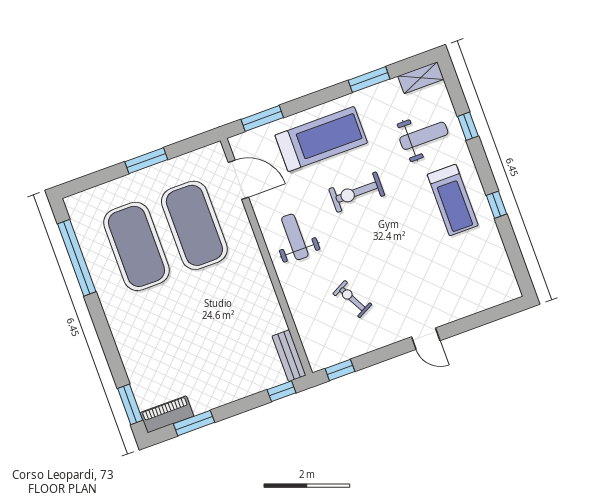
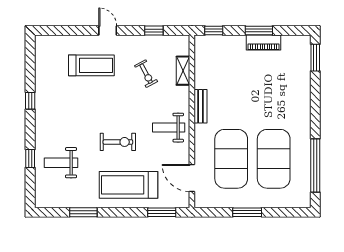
shelving: (421, 78) -> (183, 71), moved, turned 90
treadmill: (453, 200) -> (91, 65), moved, turned 90
weight bench: (295, 237) -> (169, 128), turned 90
bench: (289, 356) -> (201, 106), moved
window: (340, 370) -> (154, 31), moved
piano: (167, 414) -> (264, 43), moved
window: (194, 423) -> (259, 31), moved

